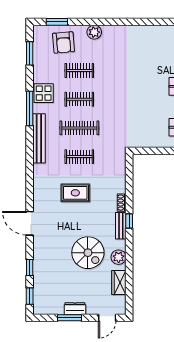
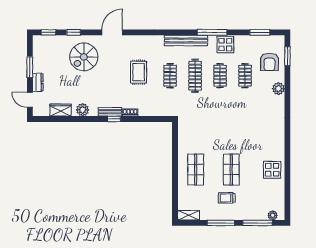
armchair: (63, 42) -> (269, 62), turned -85
spiral stairs: (88, 253) -> (84, 57), moved
dresser: (75, 309) -> (38, 82), moved

